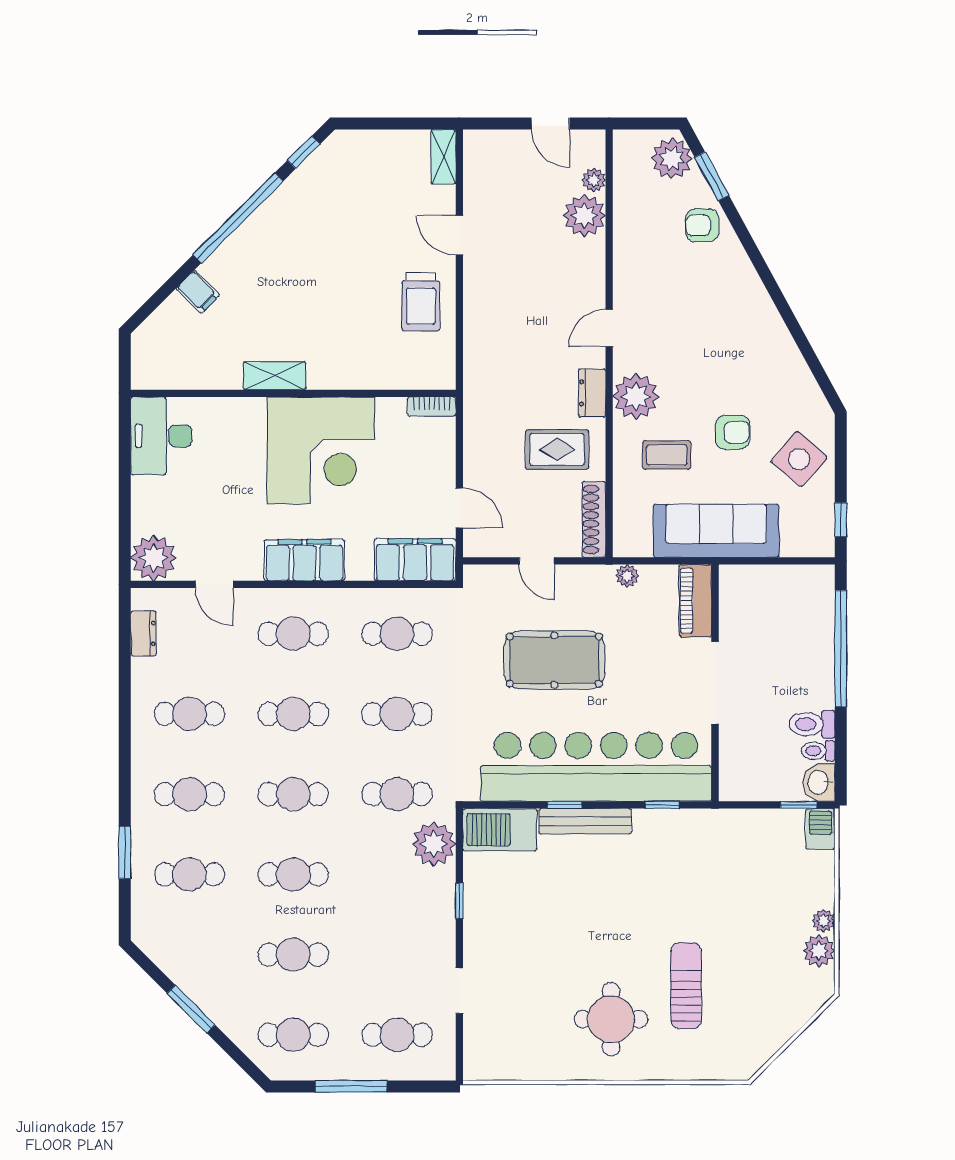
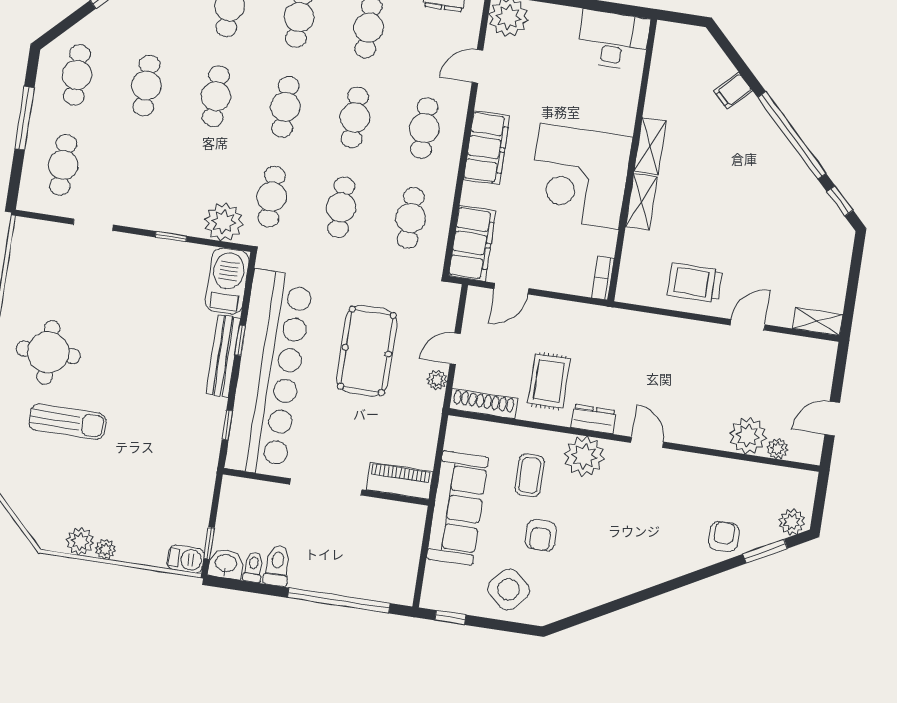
plant: (672, 159) -> (792, 522), width x0.73, depth x0.73
shelving: (339, 376) -> (641, 202), added
plant: (627, 576) -> (437, 380), moved

